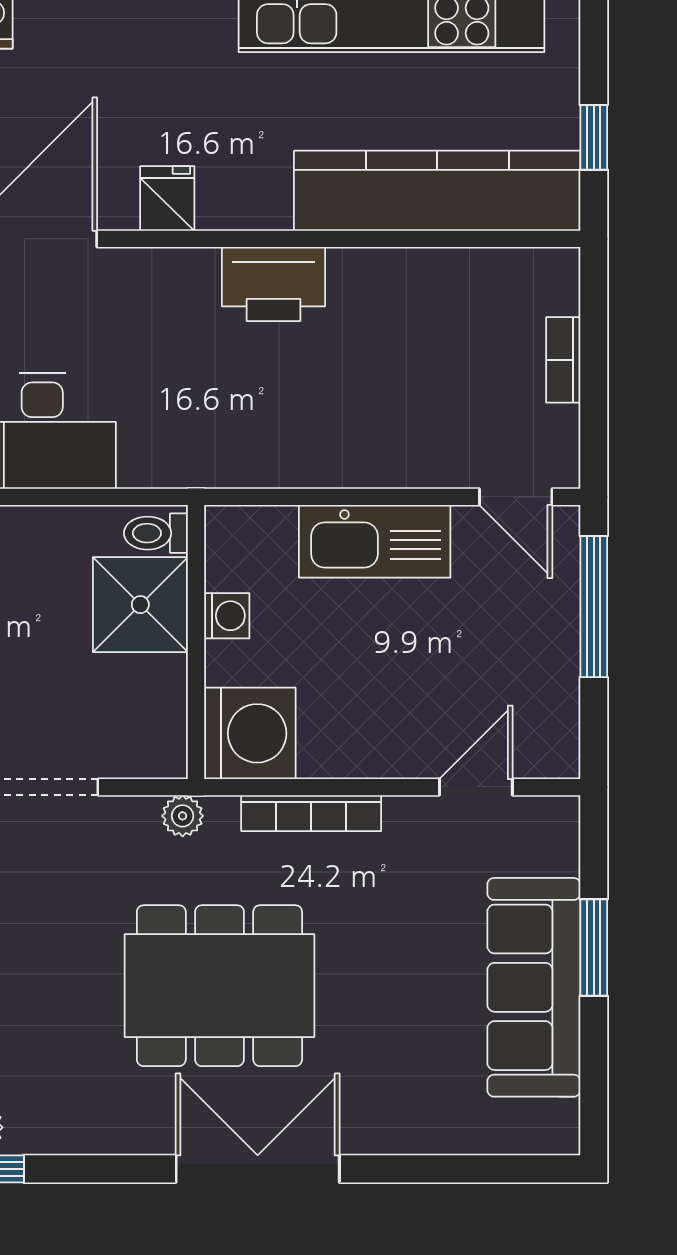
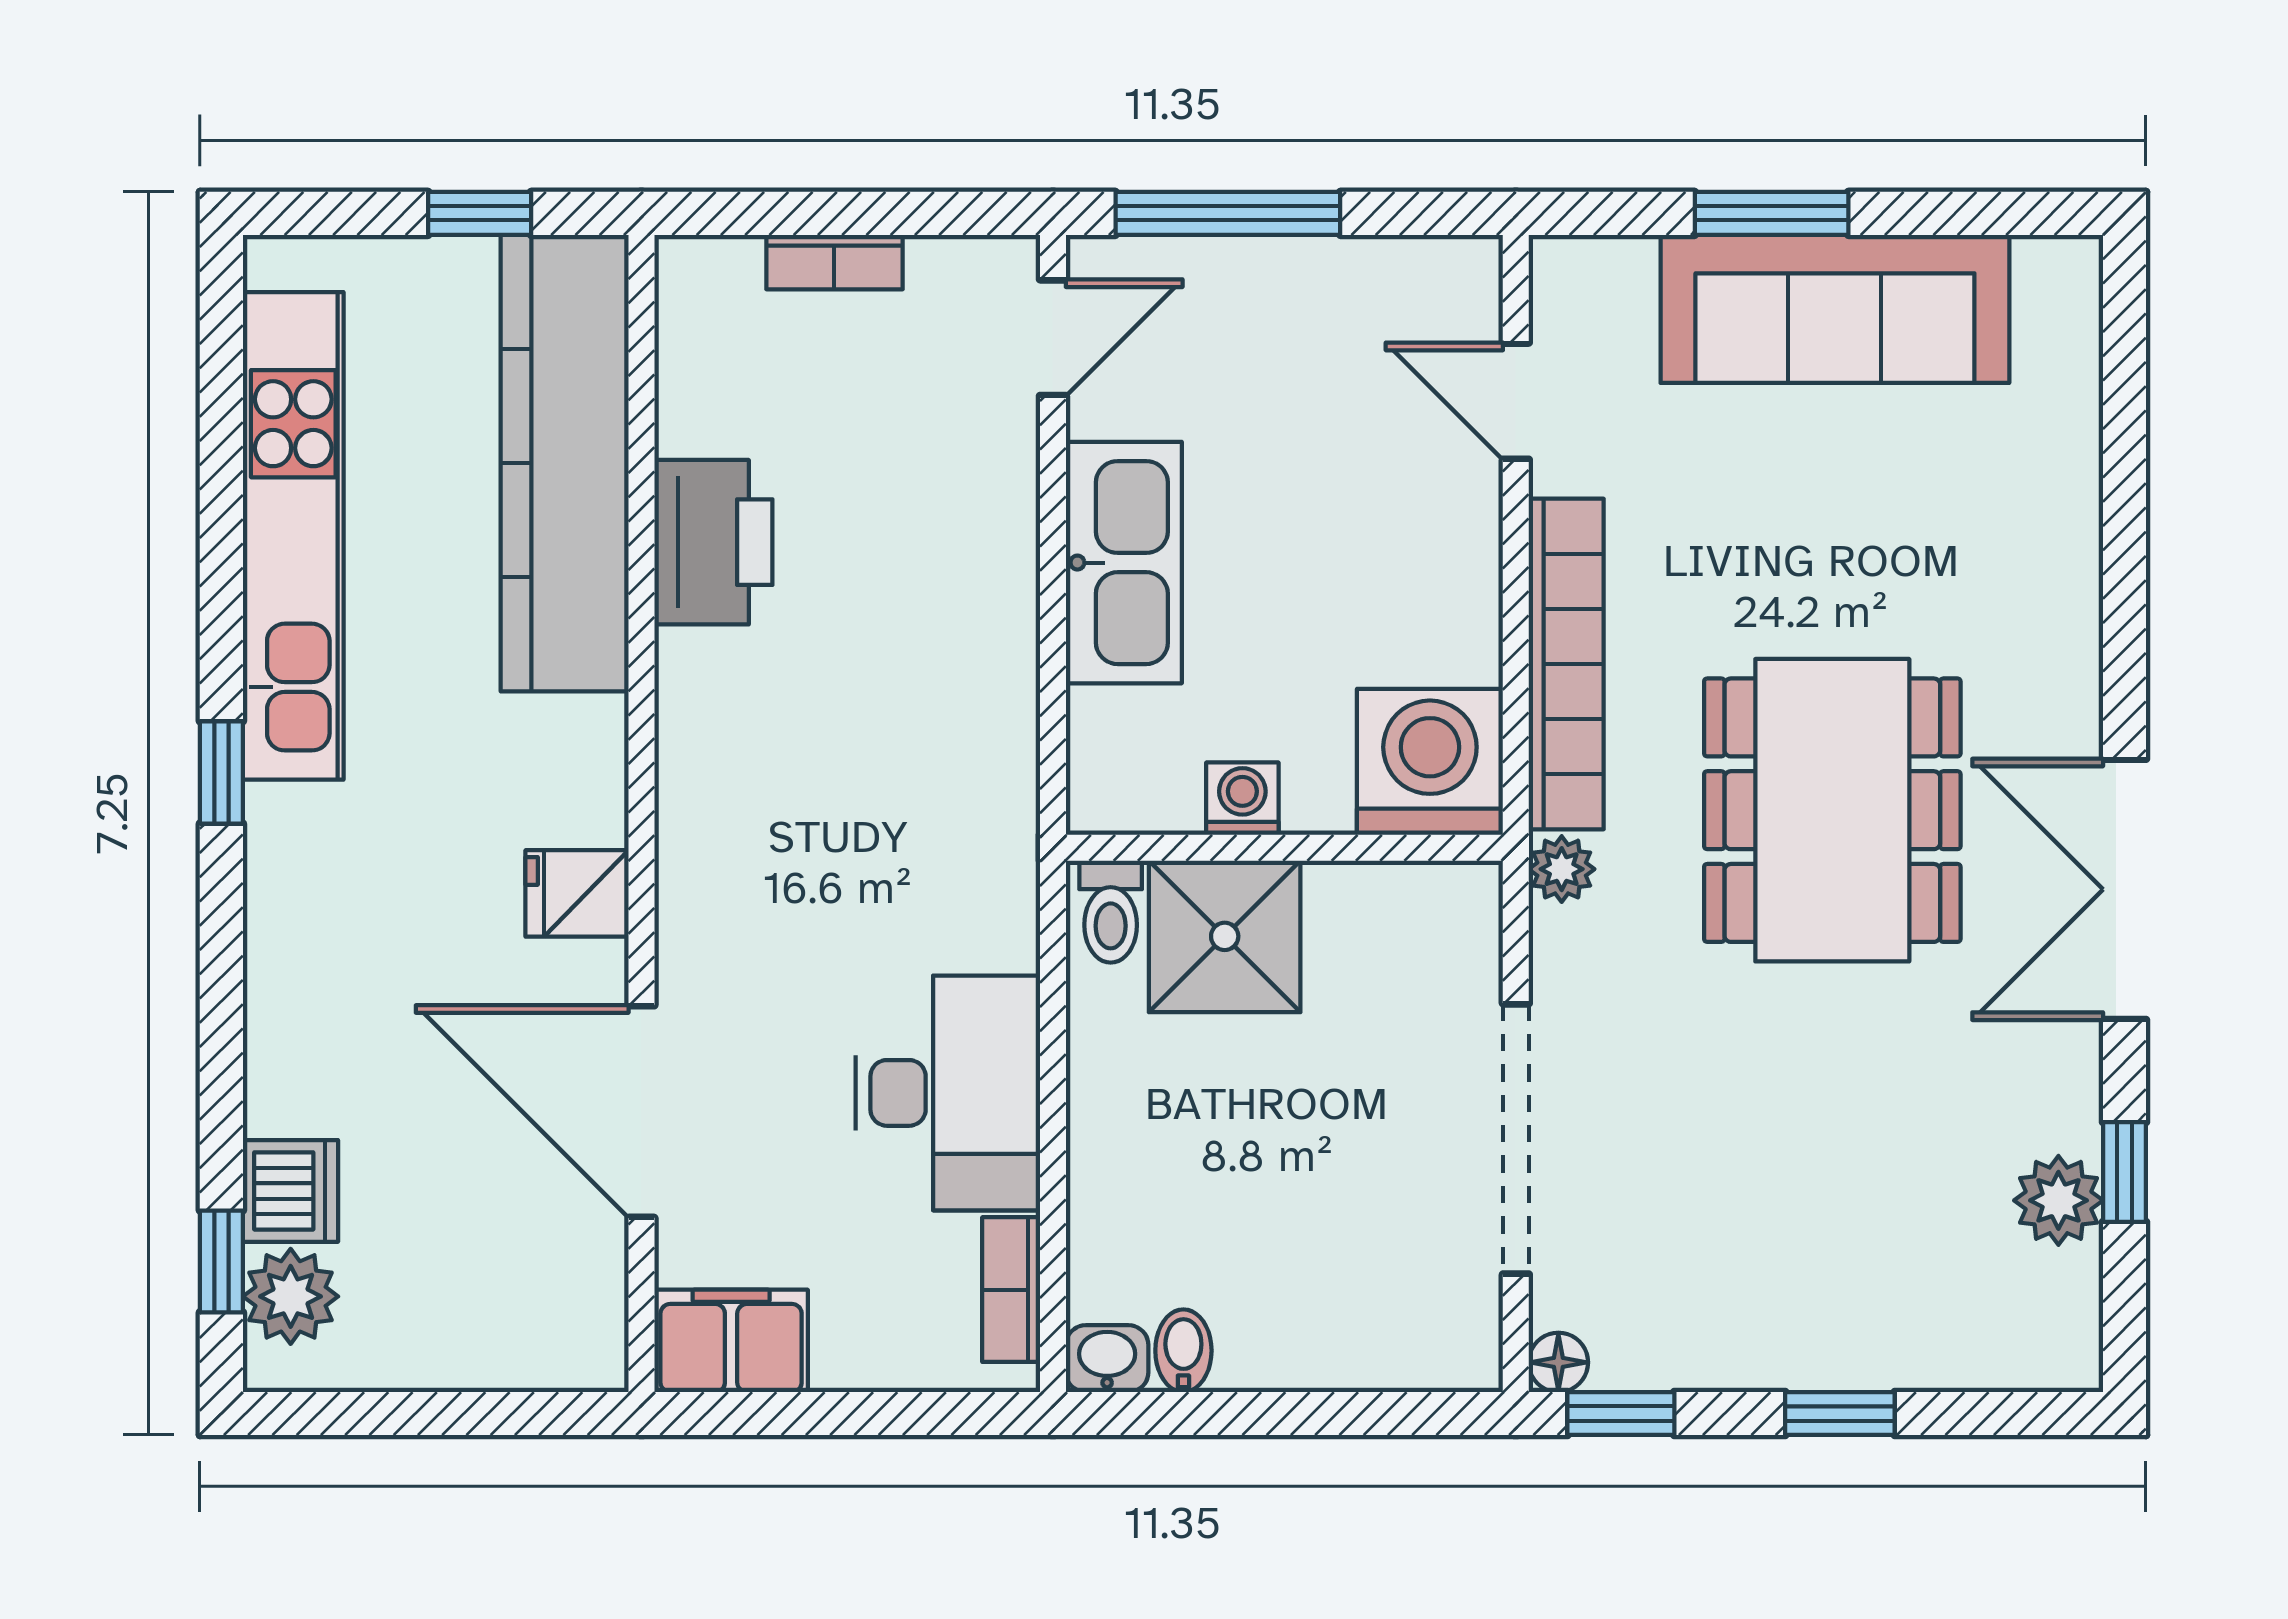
printer: (274, 284) -> (713, 542), moved
bookcase: (311, 813) -> (1566, 664), width x1.48, depth x1.31
double door: (258, 1169) -> (2124, 889), moved

